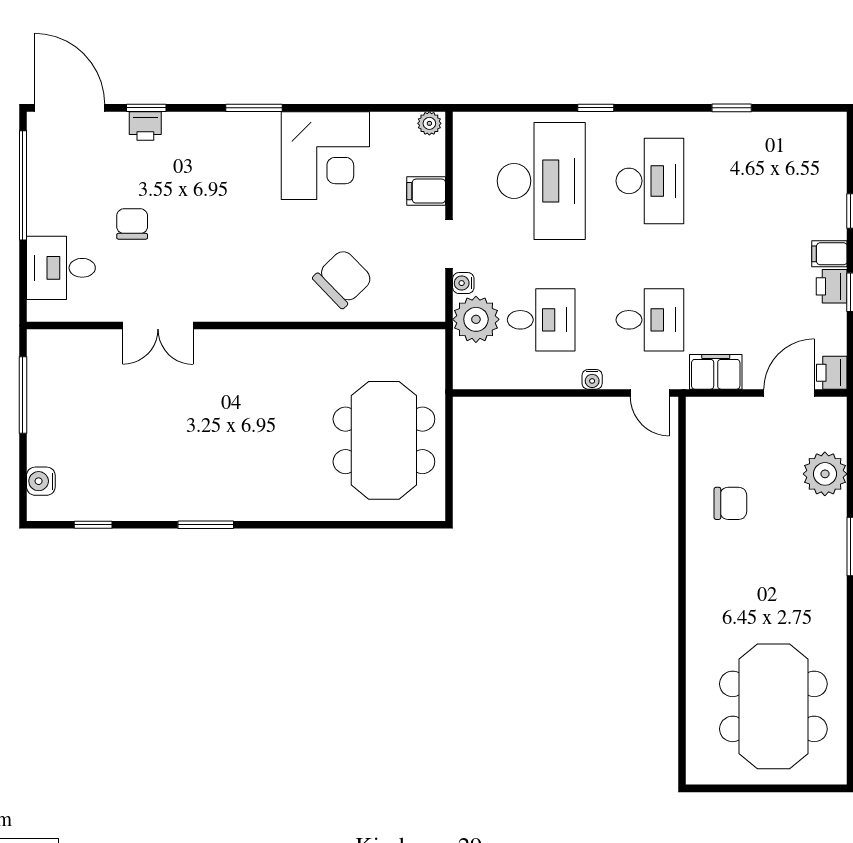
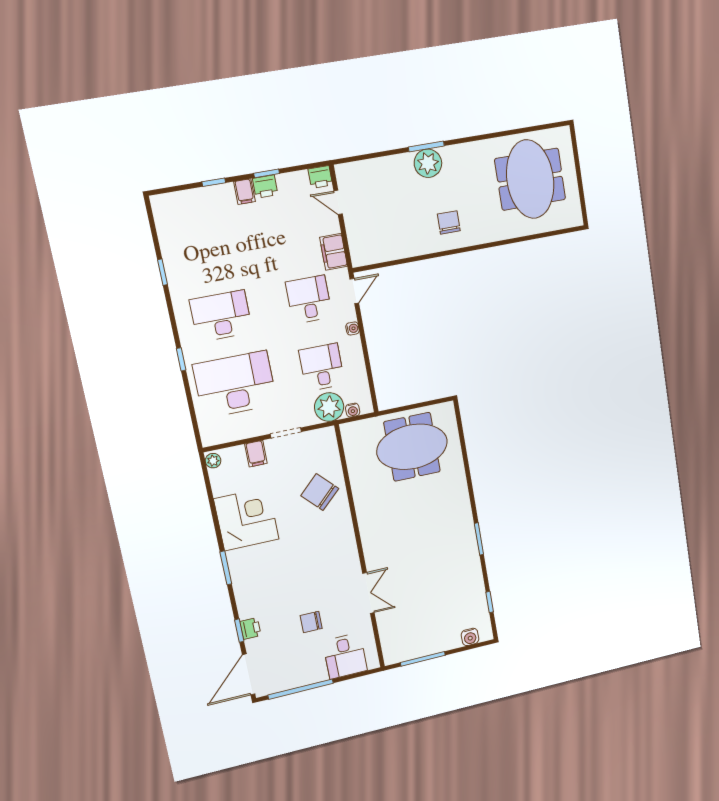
water cooler: (463, 283) -> (353, 410), moved
door: (789, 393) -> (338, 202), width x0.73
plant: (825, 474) -> (428, 163), moved
chair: (730, 503) -> (449, 222), moved
meeting table: (773, 706) -> (530, 179), turned 90

